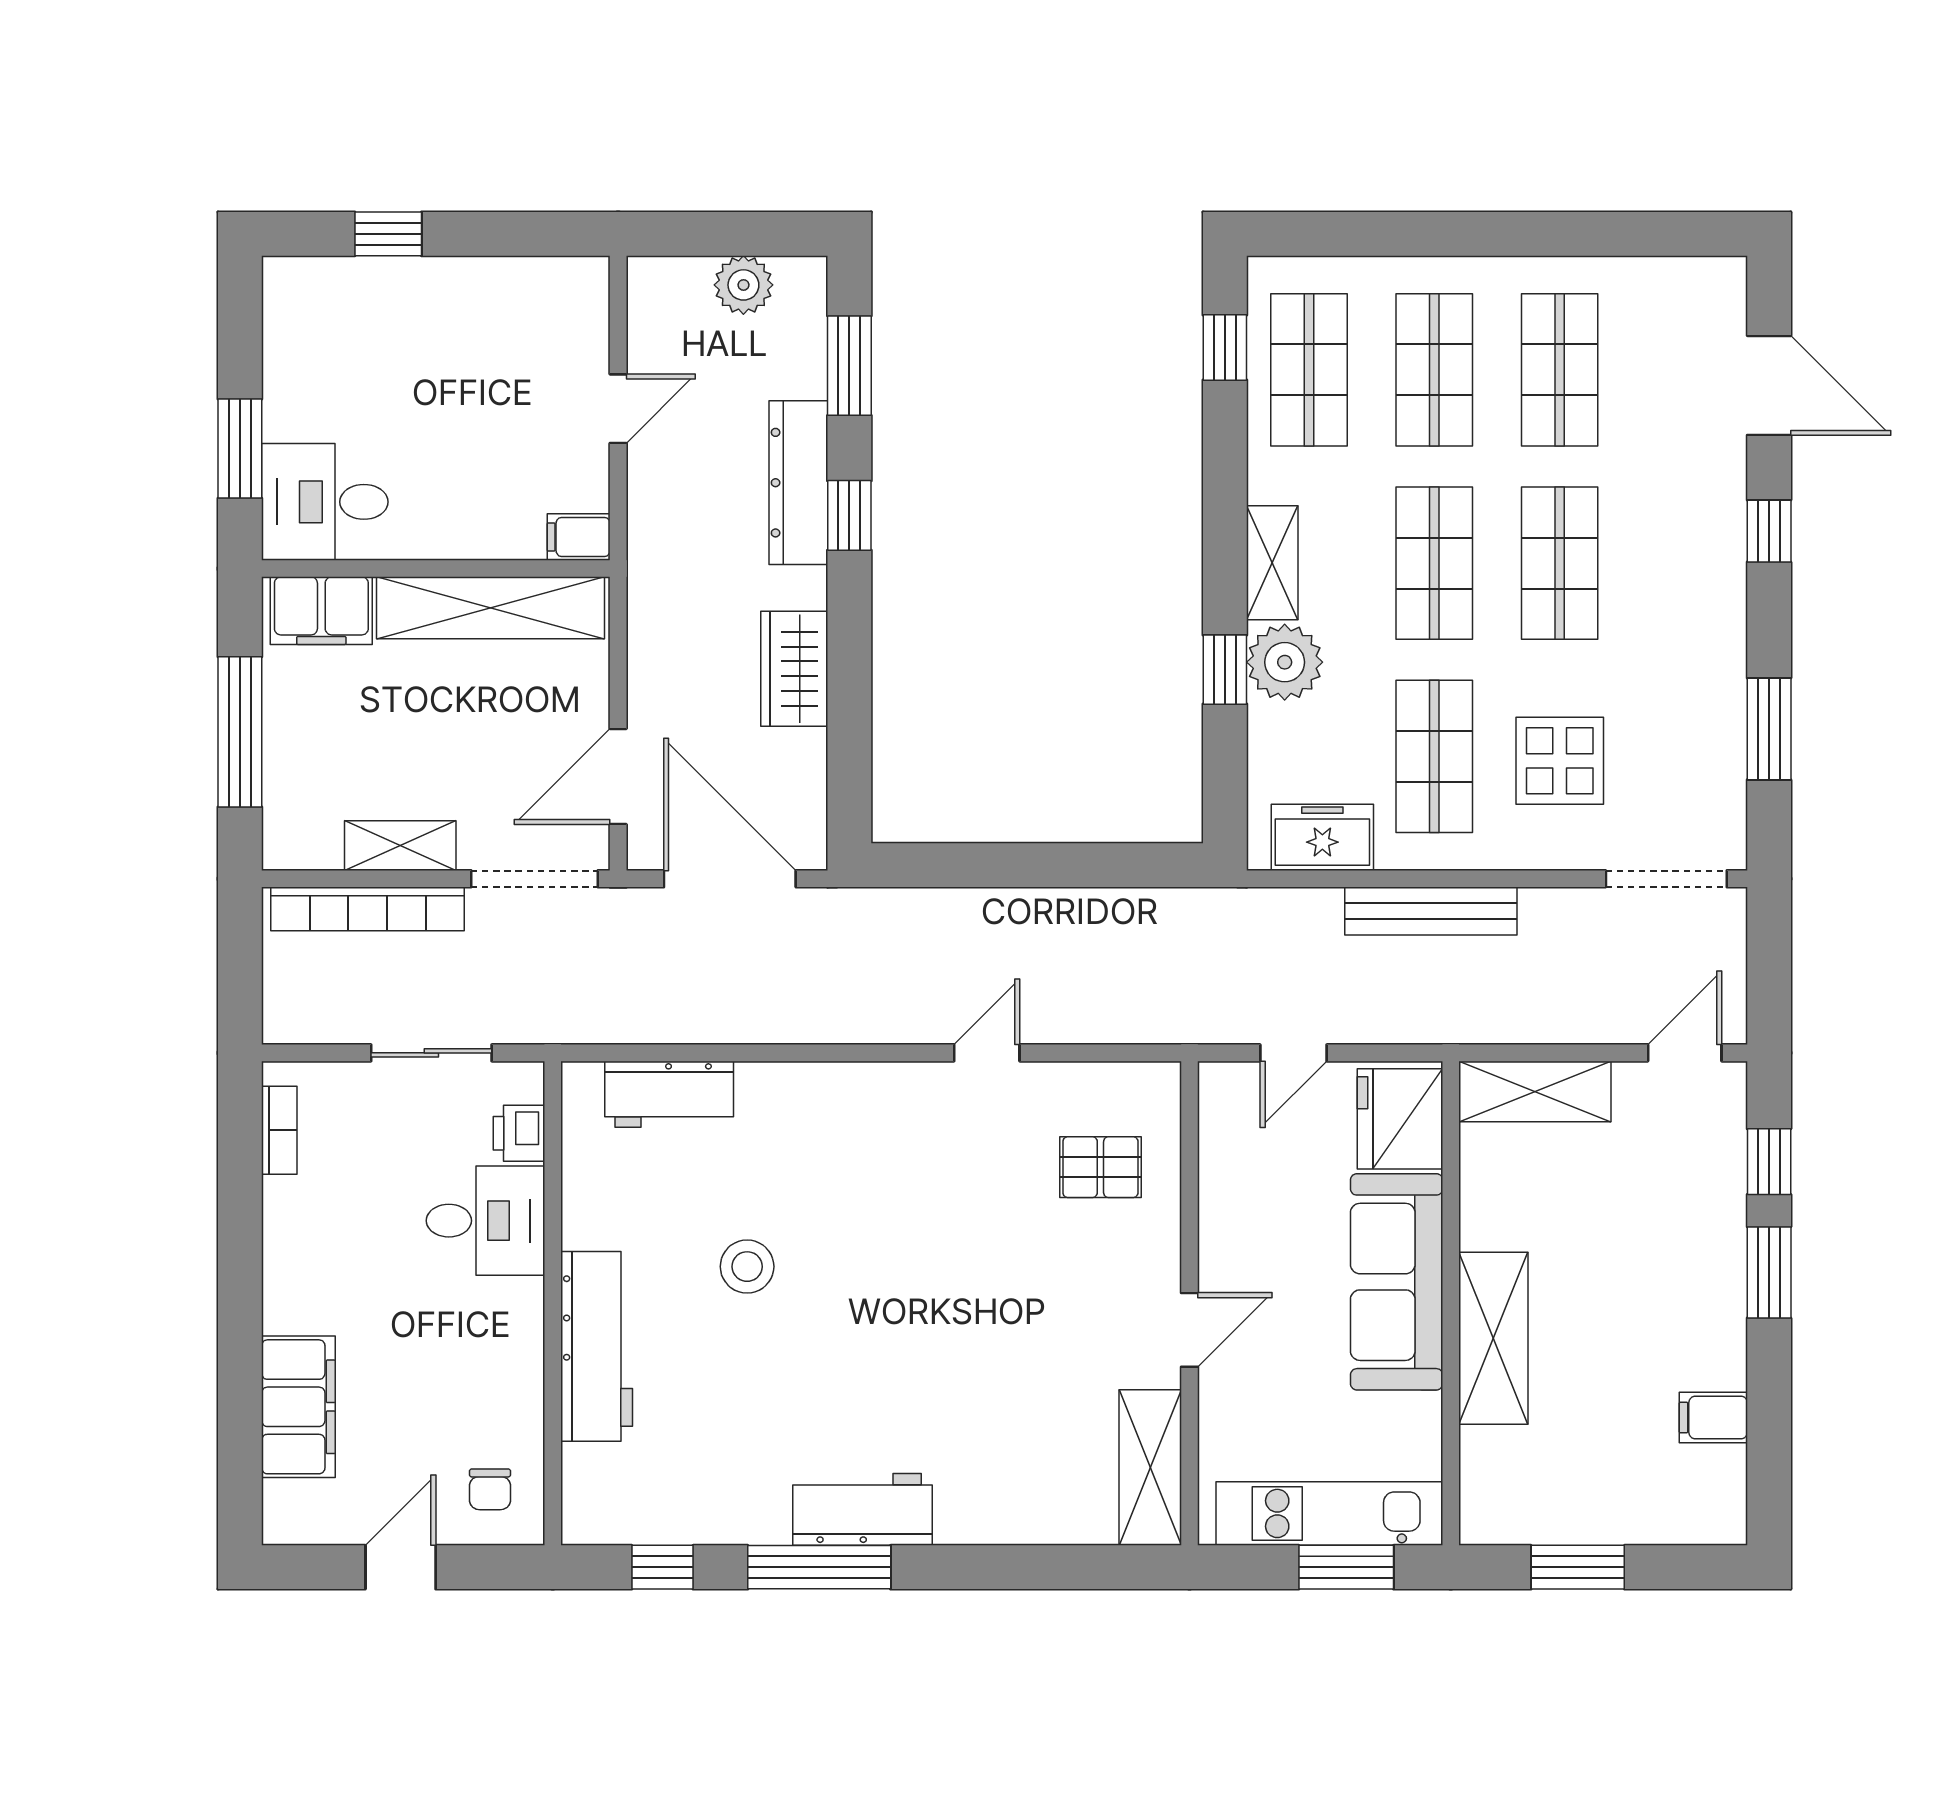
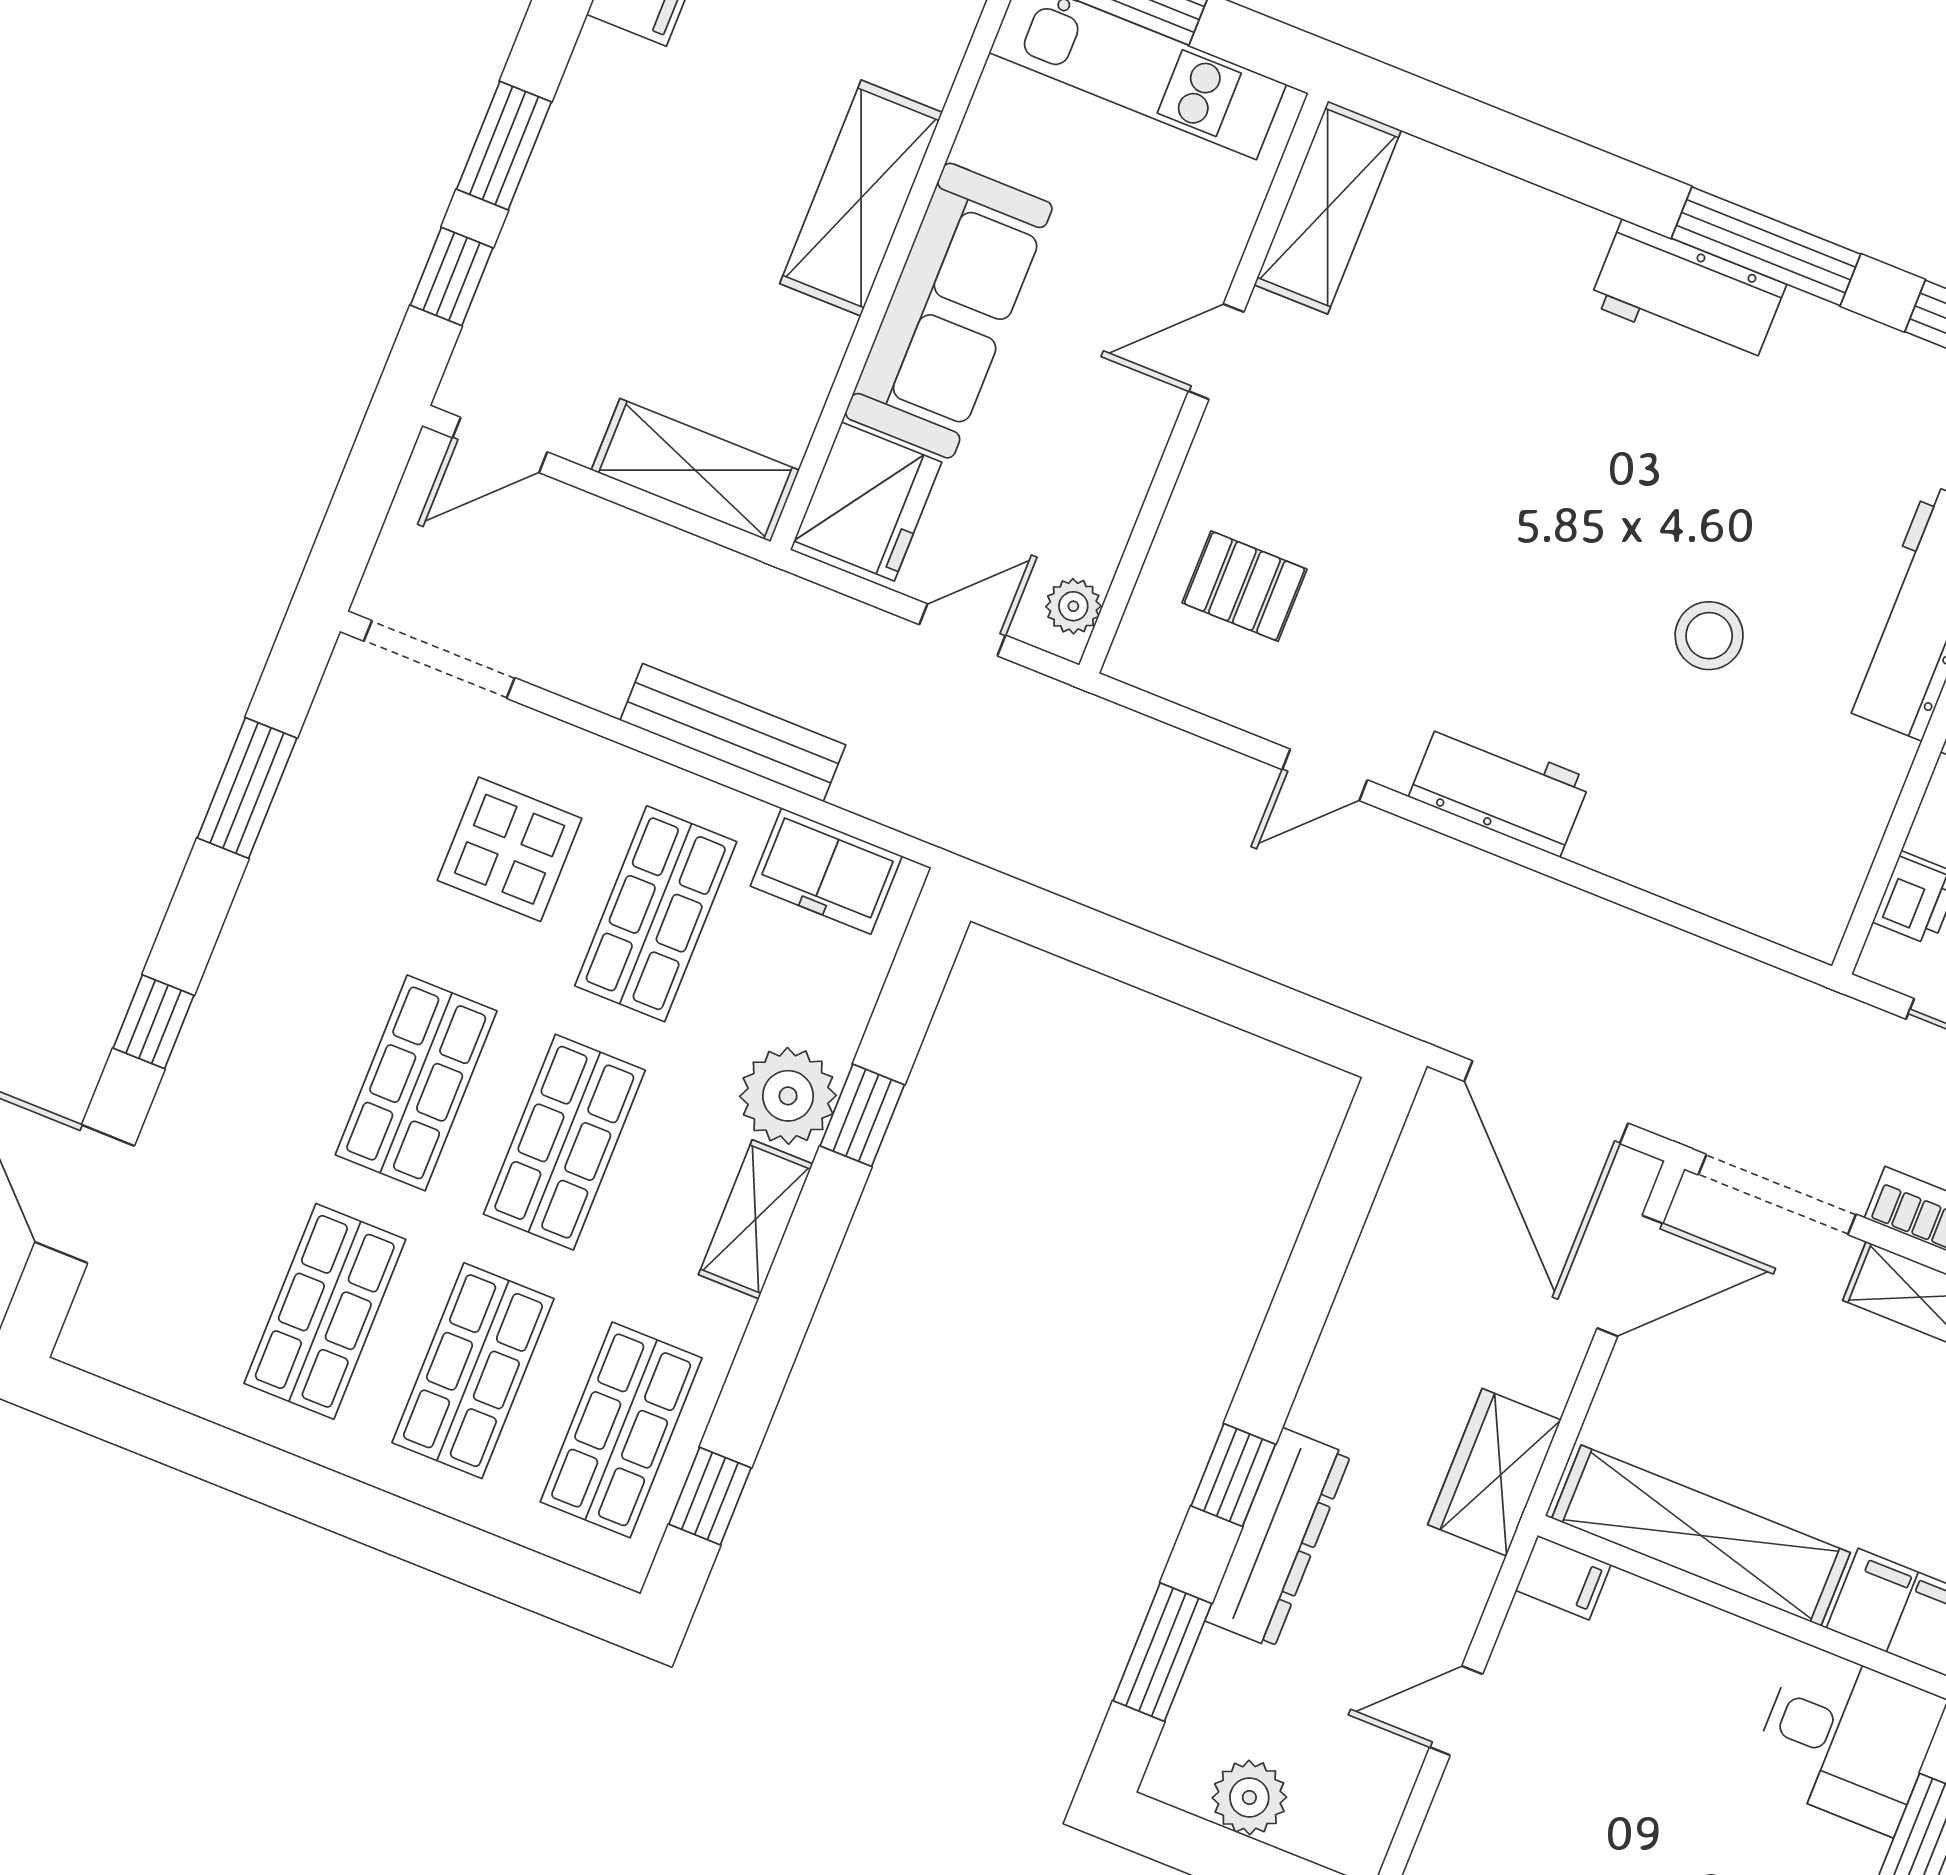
wardrobe: (794, 669) -> (1494, 1472), moved, turned 180
workbench: (669, 1094) -> (1500, 788), moved
plant: (1219, 1103) -> (1073, 606), added

